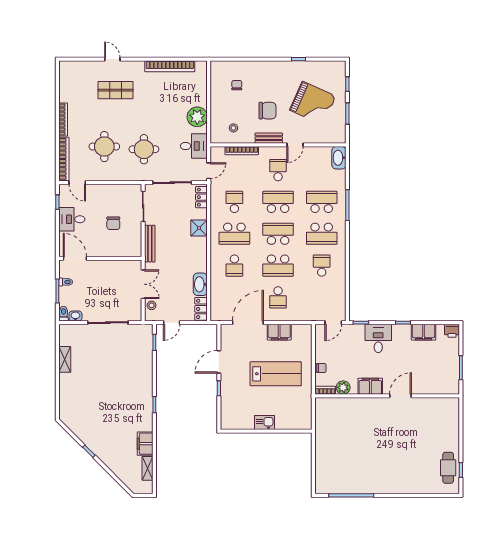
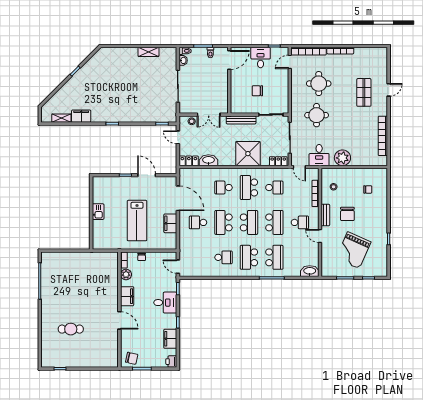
shower: (199, 228) -> (248, 154), width x1.86, depth x1.86
chair: (448, 380) -> (132, 358), added
cafe table: (448, 468) -> (71, 329), moved

